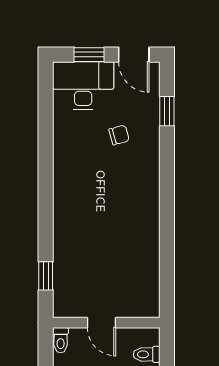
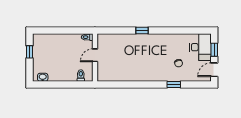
window: (167, 111) -> (174, 85), moved
window: (46, 276) -> (142, 31), moved

